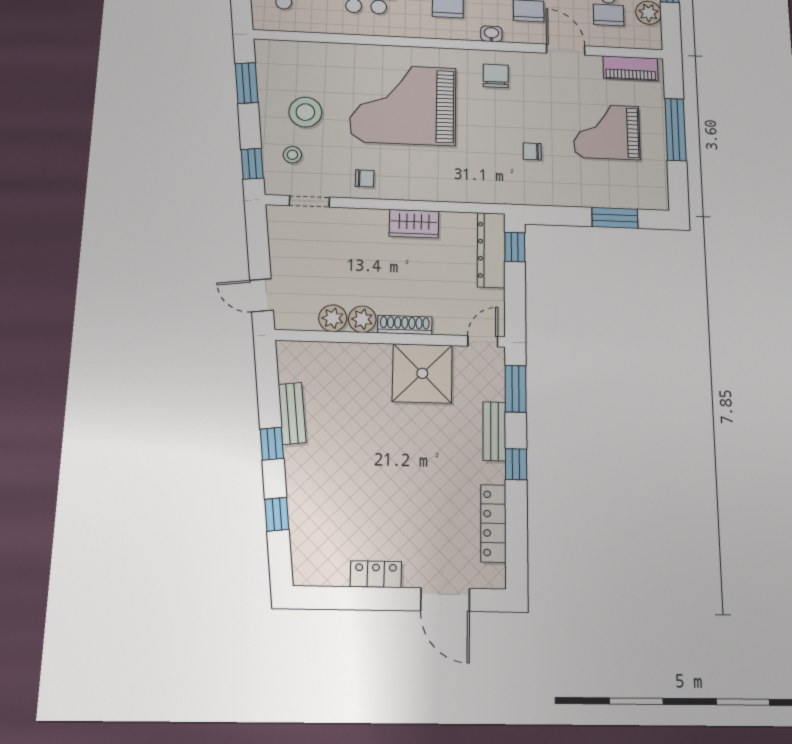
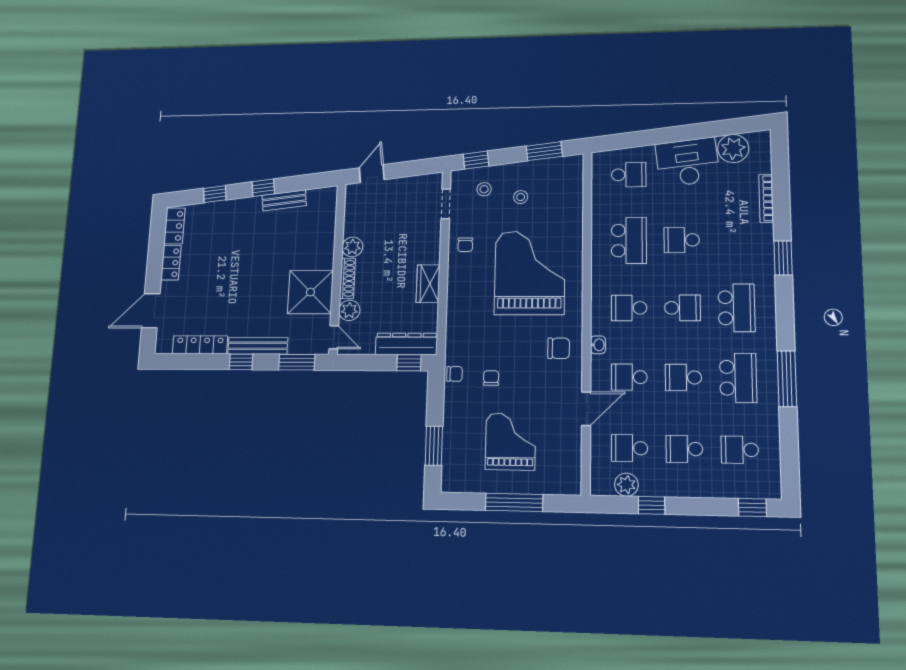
piano: (631, 68) -> (571, 465), removed
stool: (305, 112) -> (521, 197), width x0.53, depth x0.53
chair: (528, 193) -> (455, 374), added
plant: (333, 318) -> (349, 310), moved
bench: (494, 431) -> (258, 346), width x1.36
locker: (321, 573) -> (174, 226), added

